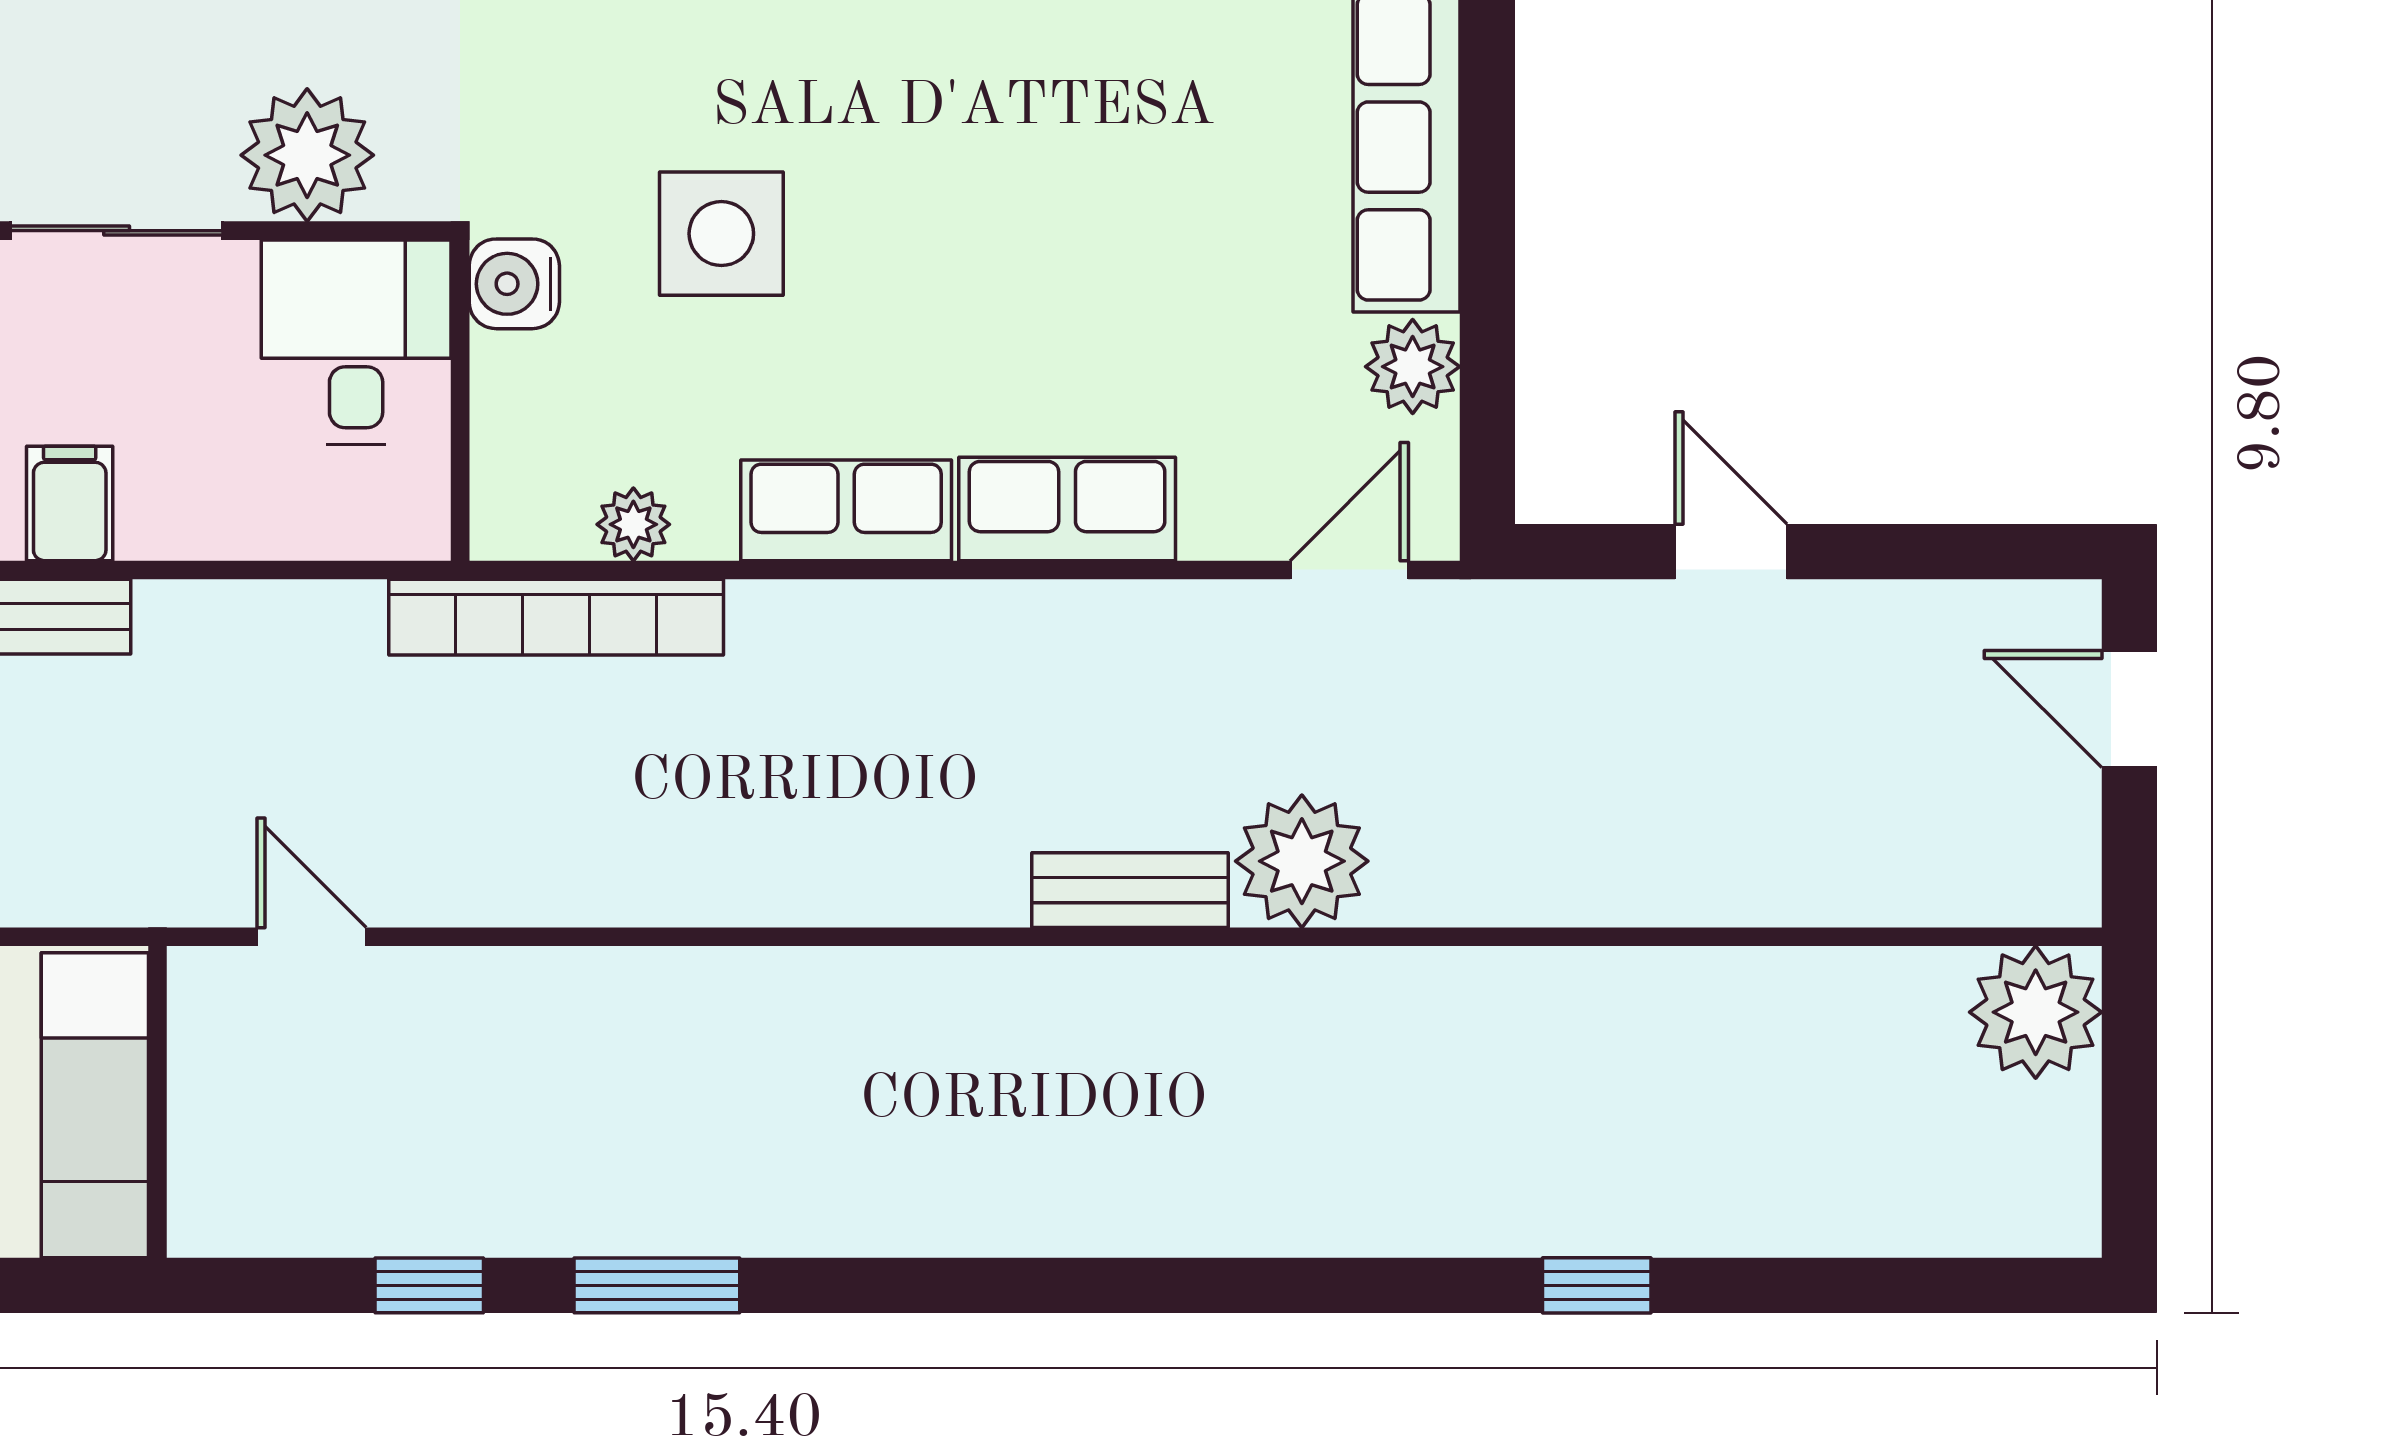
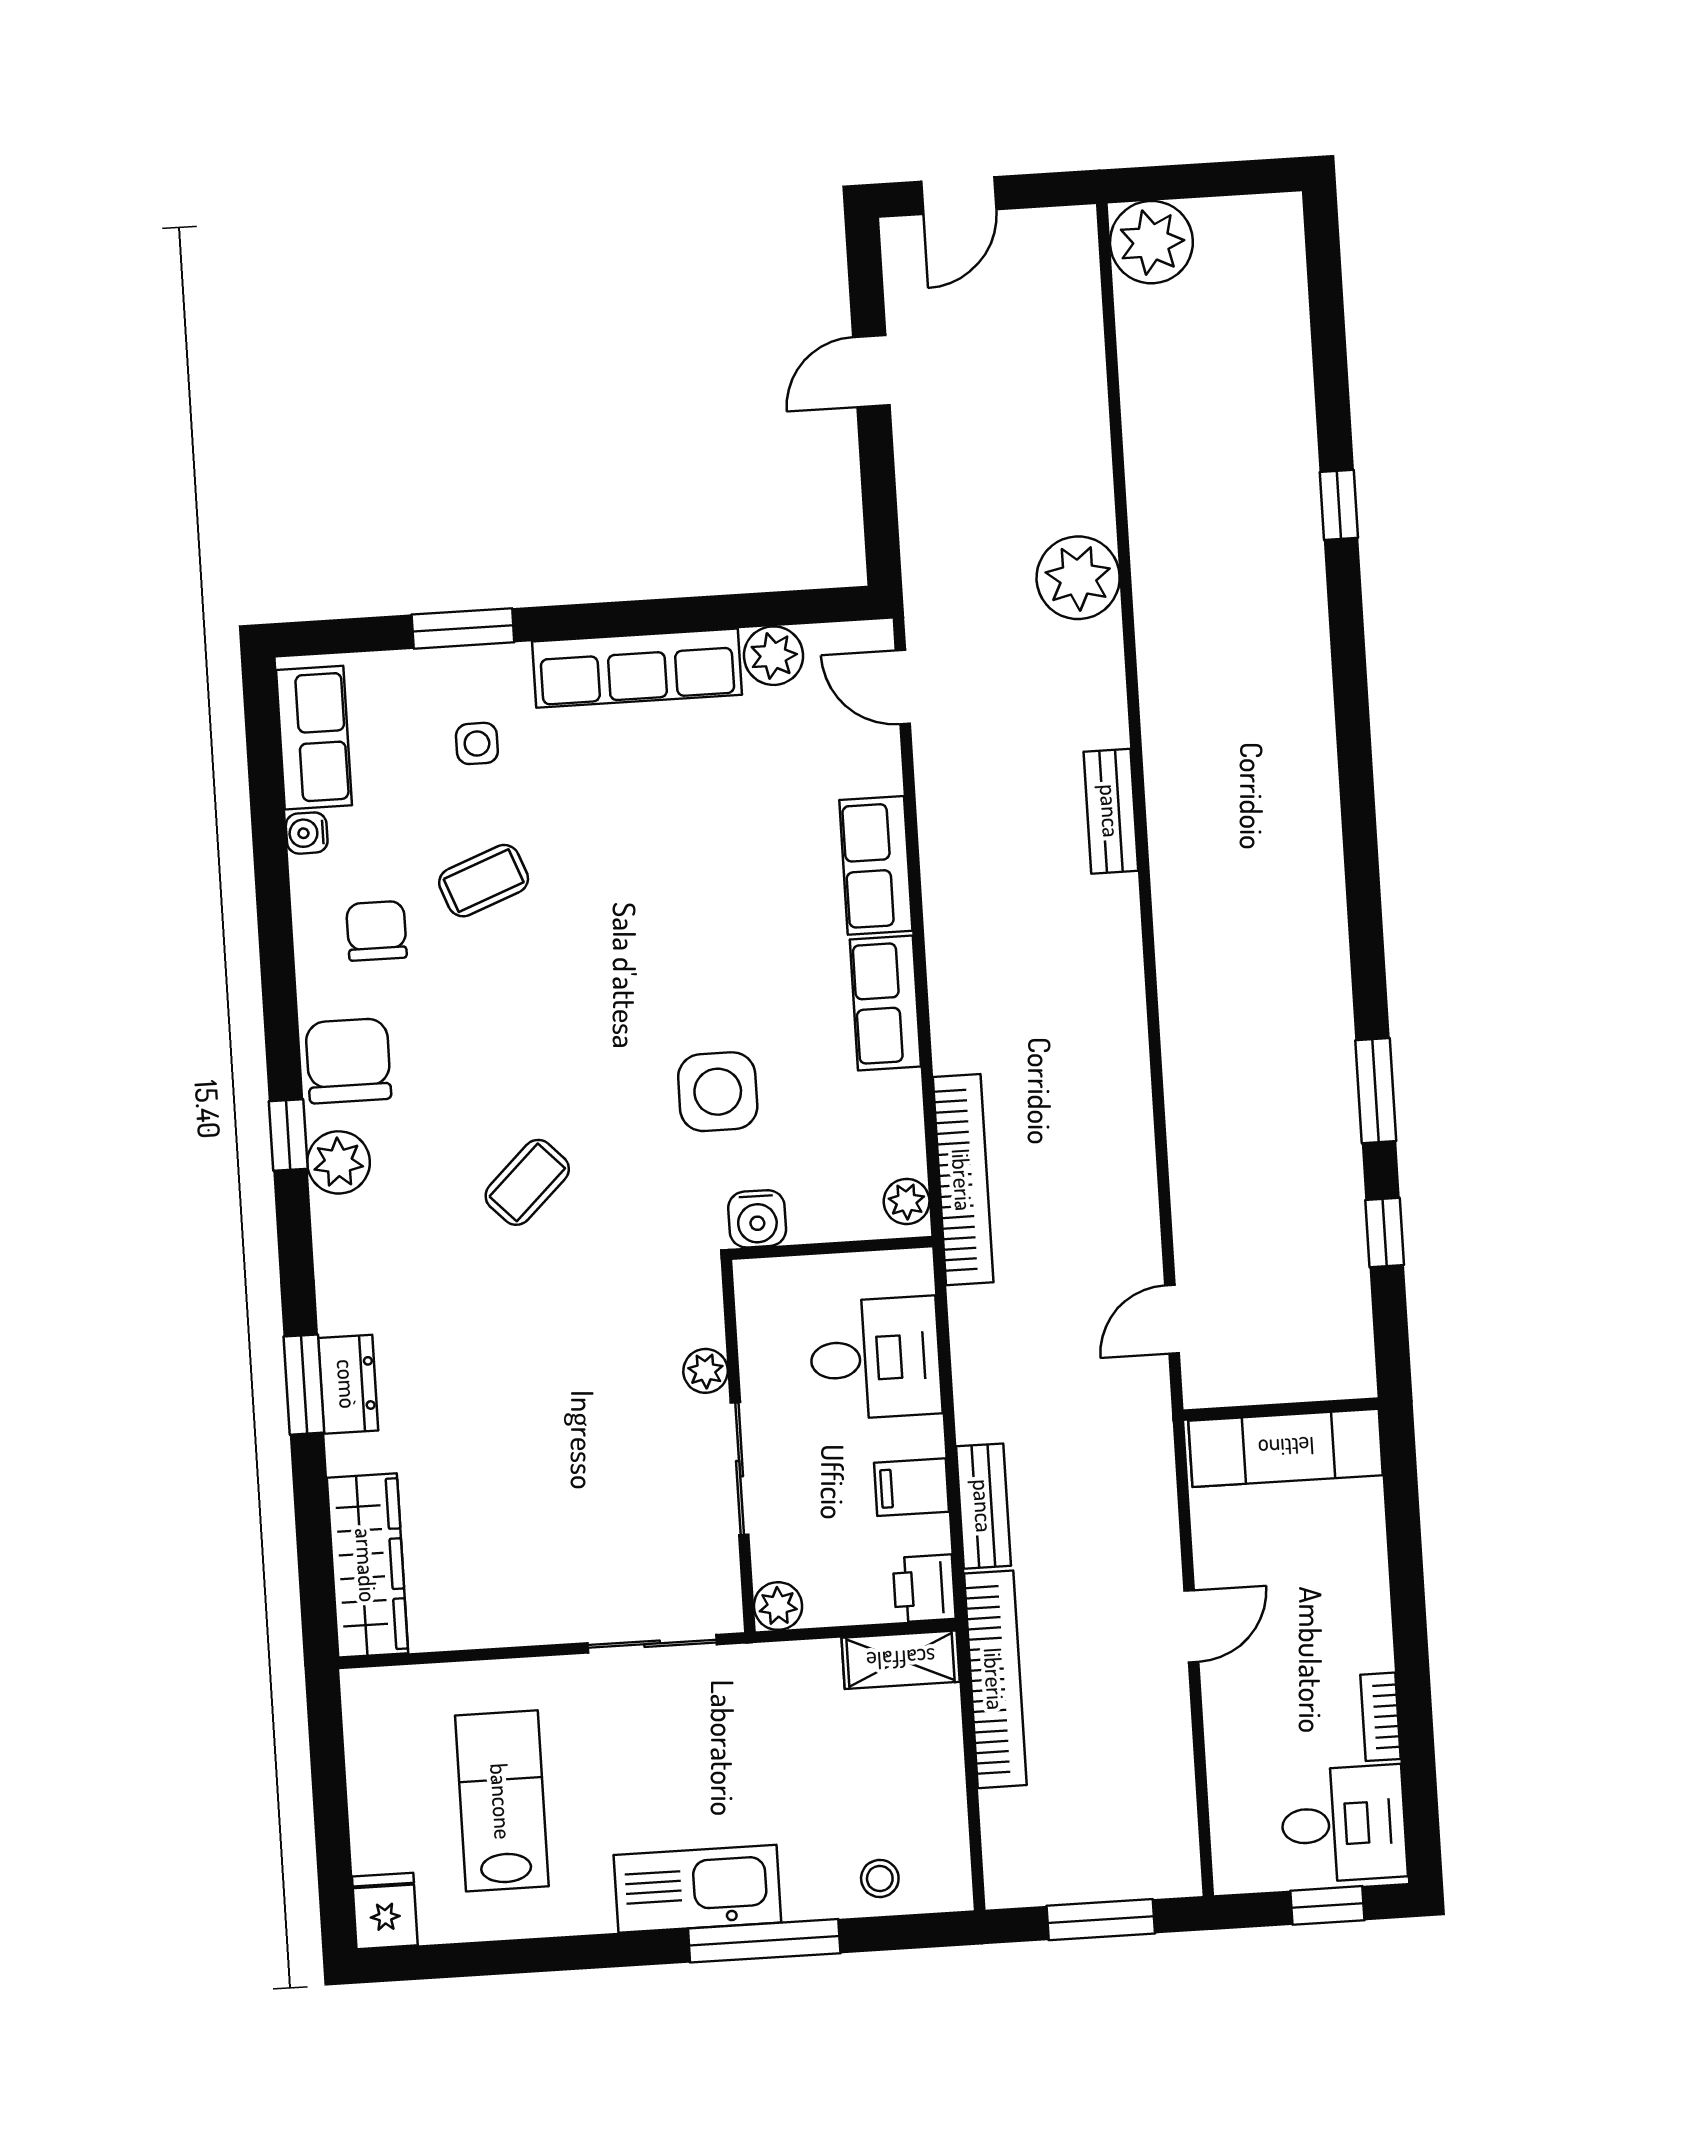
plant: (307, 155) -> (706, 1371), width x0.53, depth x0.53
desk: (356, 342) -> (875, 1358), moved, turned 180
plant: (633, 524) -> (907, 1201), moved
door: (1731, 552) -> (871, 371), moved
plant: (1302, 861) -> (1078, 578), moved

